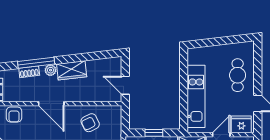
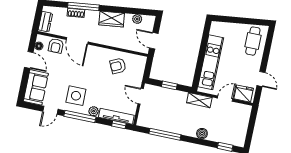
plant: (51, 70) -> (137, 19), moved
cafe table: (238, 75) -> (253, 41), moved
door: (51, 104) -> (77, 41), moved

